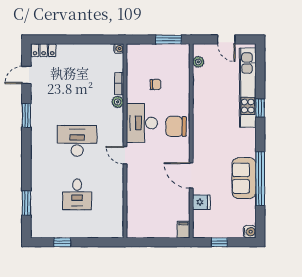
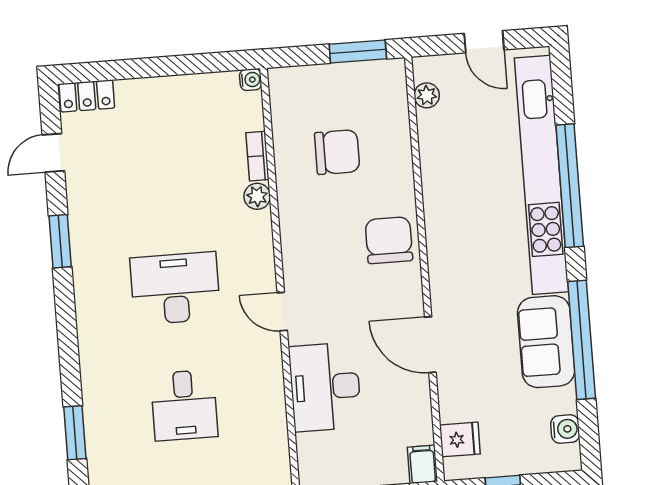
chair: (156, 85) -> (337, 152), width x1.87, depth x1.87
kitchen unit: (248, 88) -> (542, 175), width x1.36
window: (260, 108) -> (570, 186), width x3.17
desk: (142, 123) -> (325, 387), moved
chair: (176, 126) -> (389, 240), turned 90
fridge: (201, 202) -> (460, 439), moved
water cooler: (250, 232) -> (565, 429), moved

